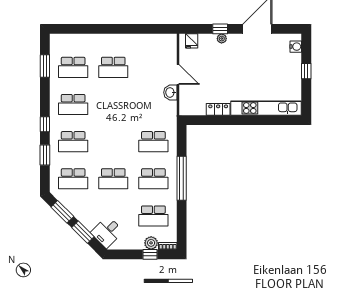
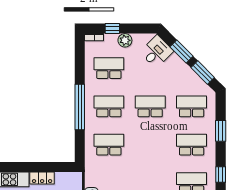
window: (45, 124) -> (221, 175), moved
plant: (151, 243) -> (125, 40), moved

